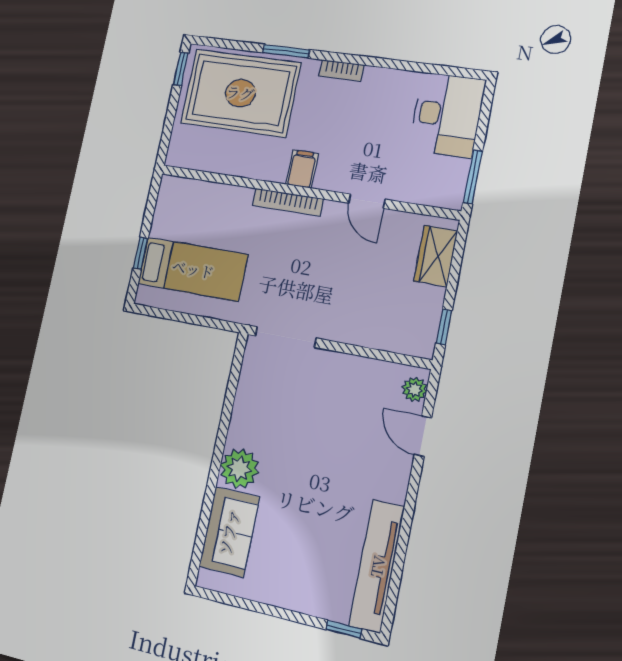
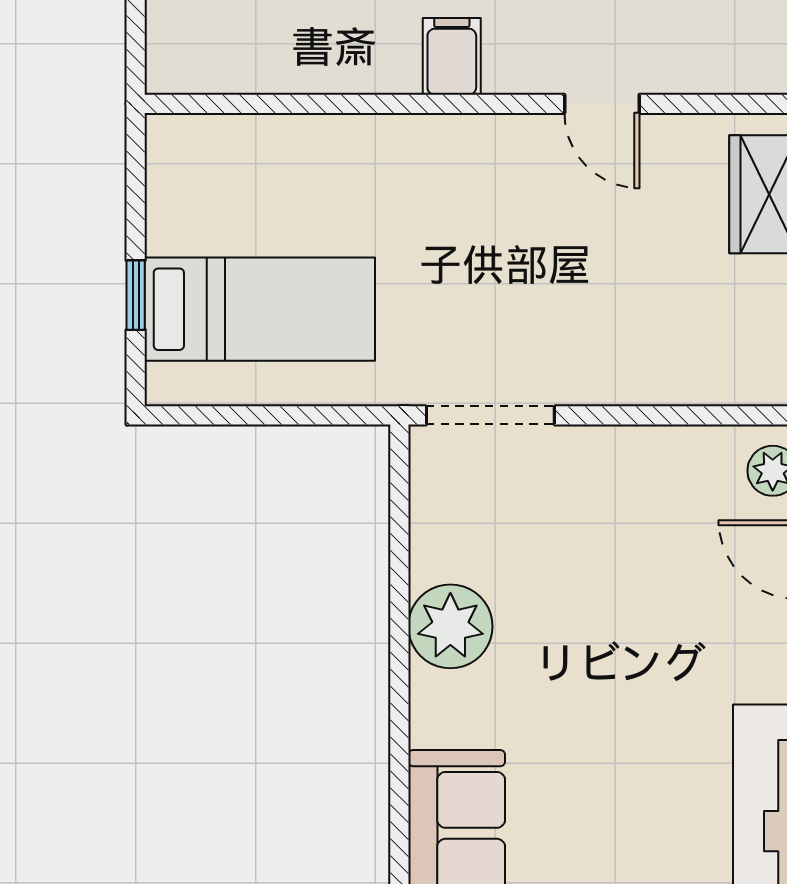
bookcase: (288, 202) -> (436, 132), removed
plant: (239, 469) -> (450, 626), moved

